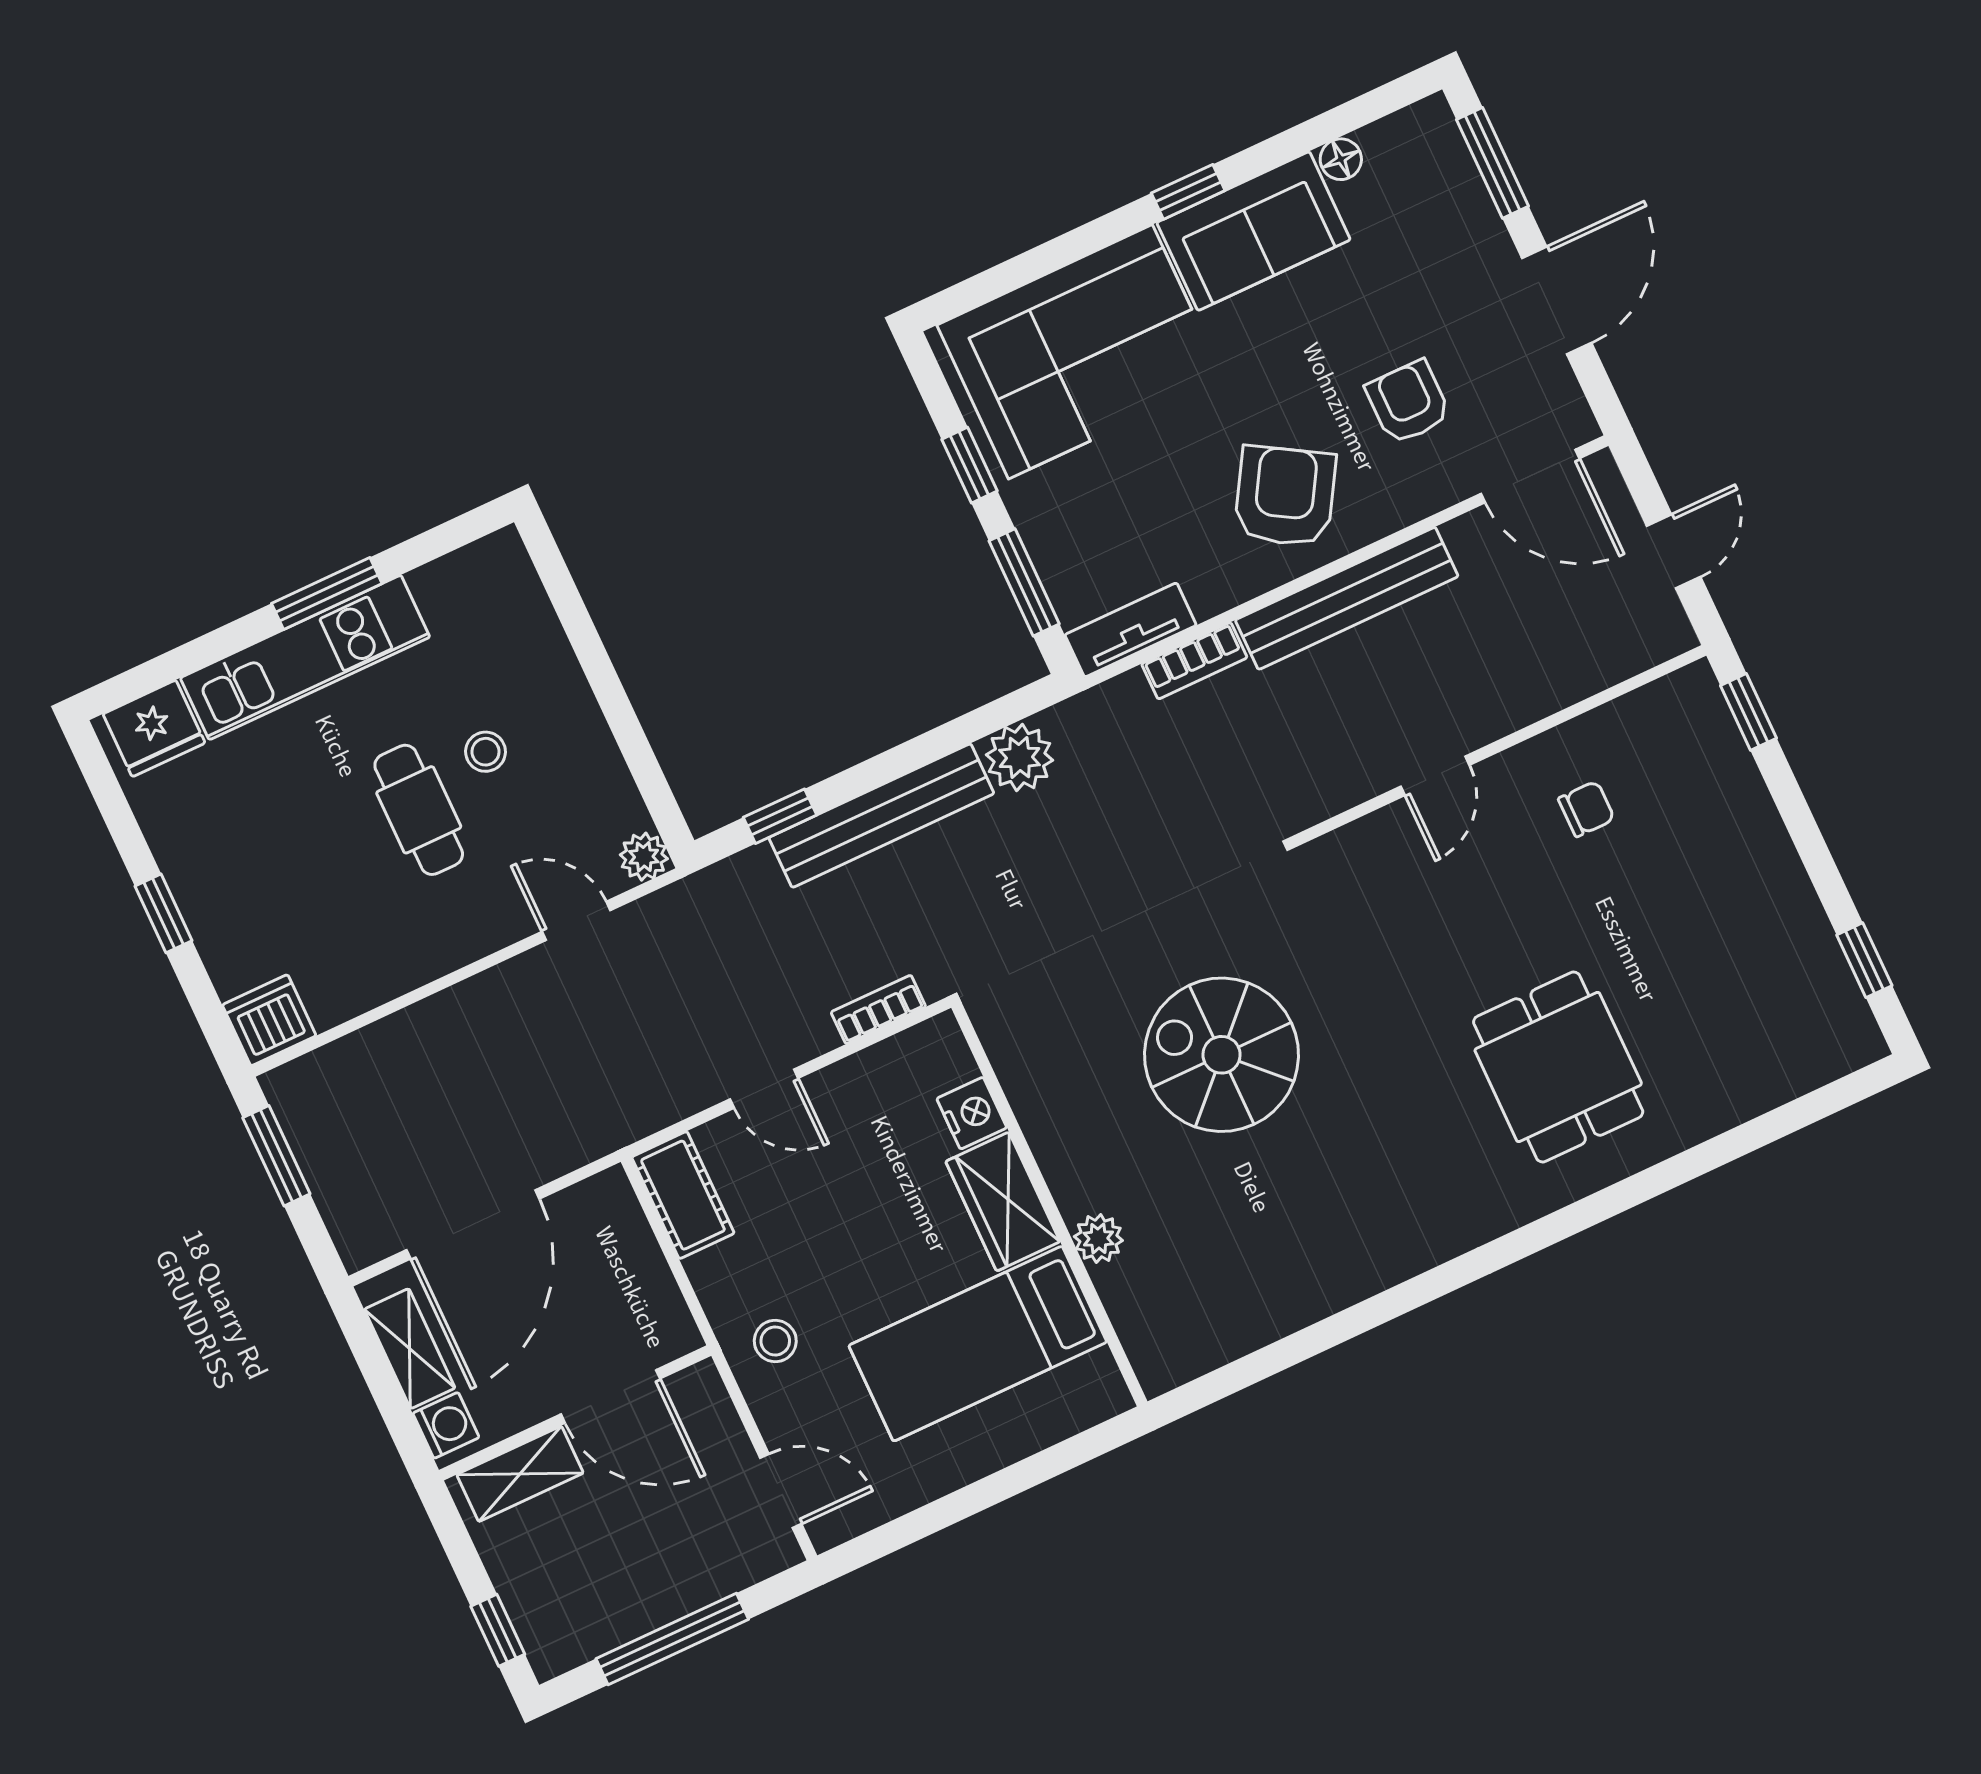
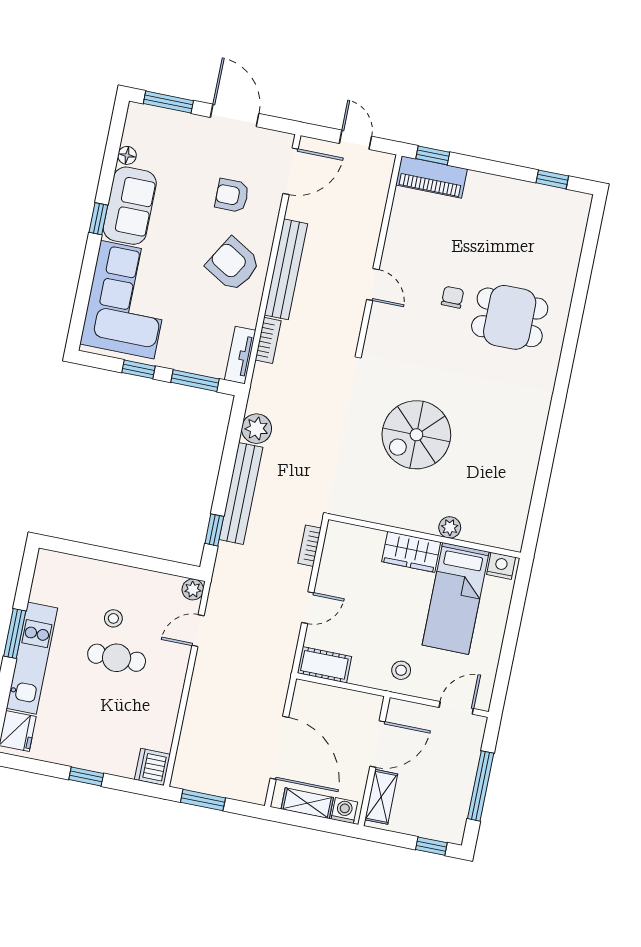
piano: (1708, 738) -> (431, 177), added
chair: (1586, 809) -> (453, 297), moved
nightstand: (972, 1113) -> (501, 566), moved

